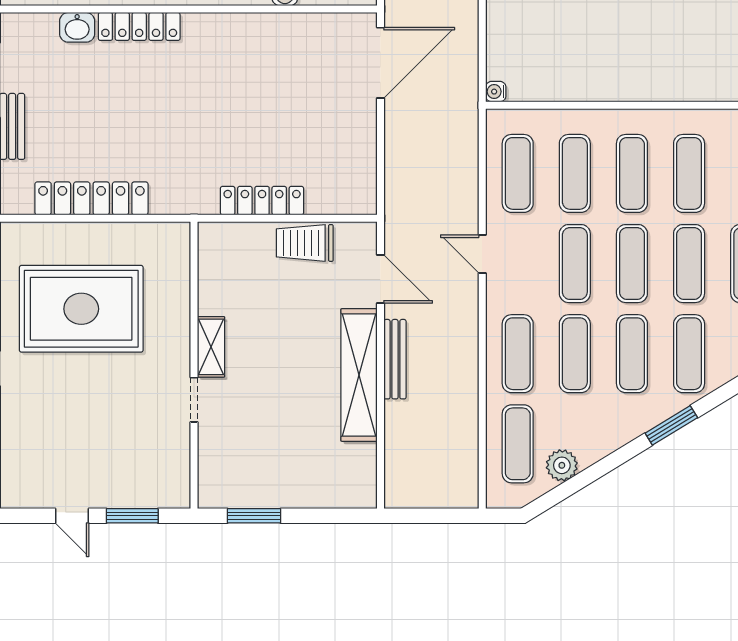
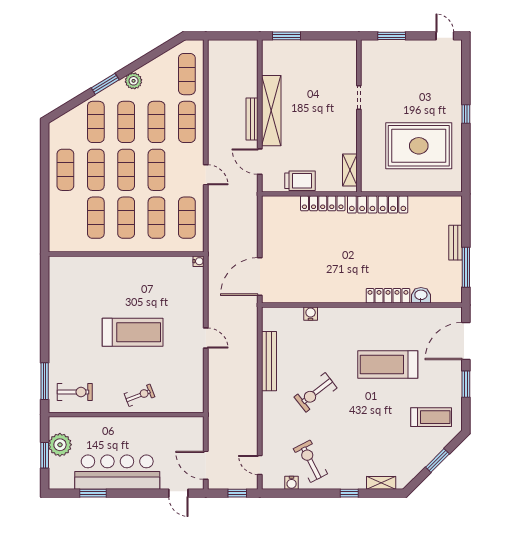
locker: (91, 198) -> (378, 204), moved
shelving: (211, 347) -> (350, 170), moved
plant: (562, 465) -> (134, 81), moved
door: (72, 516) -> (445, 36), moved
window: (254, 516) -> (286, 36), moved

